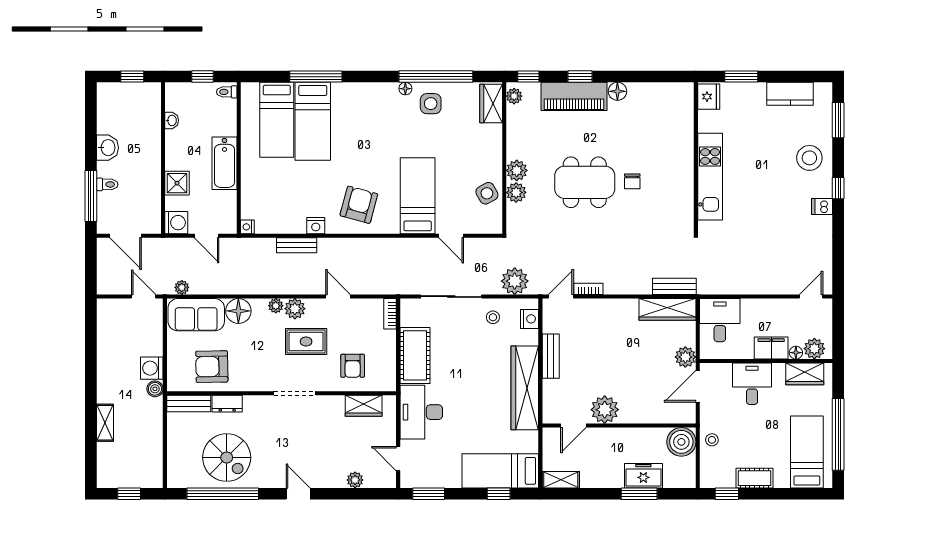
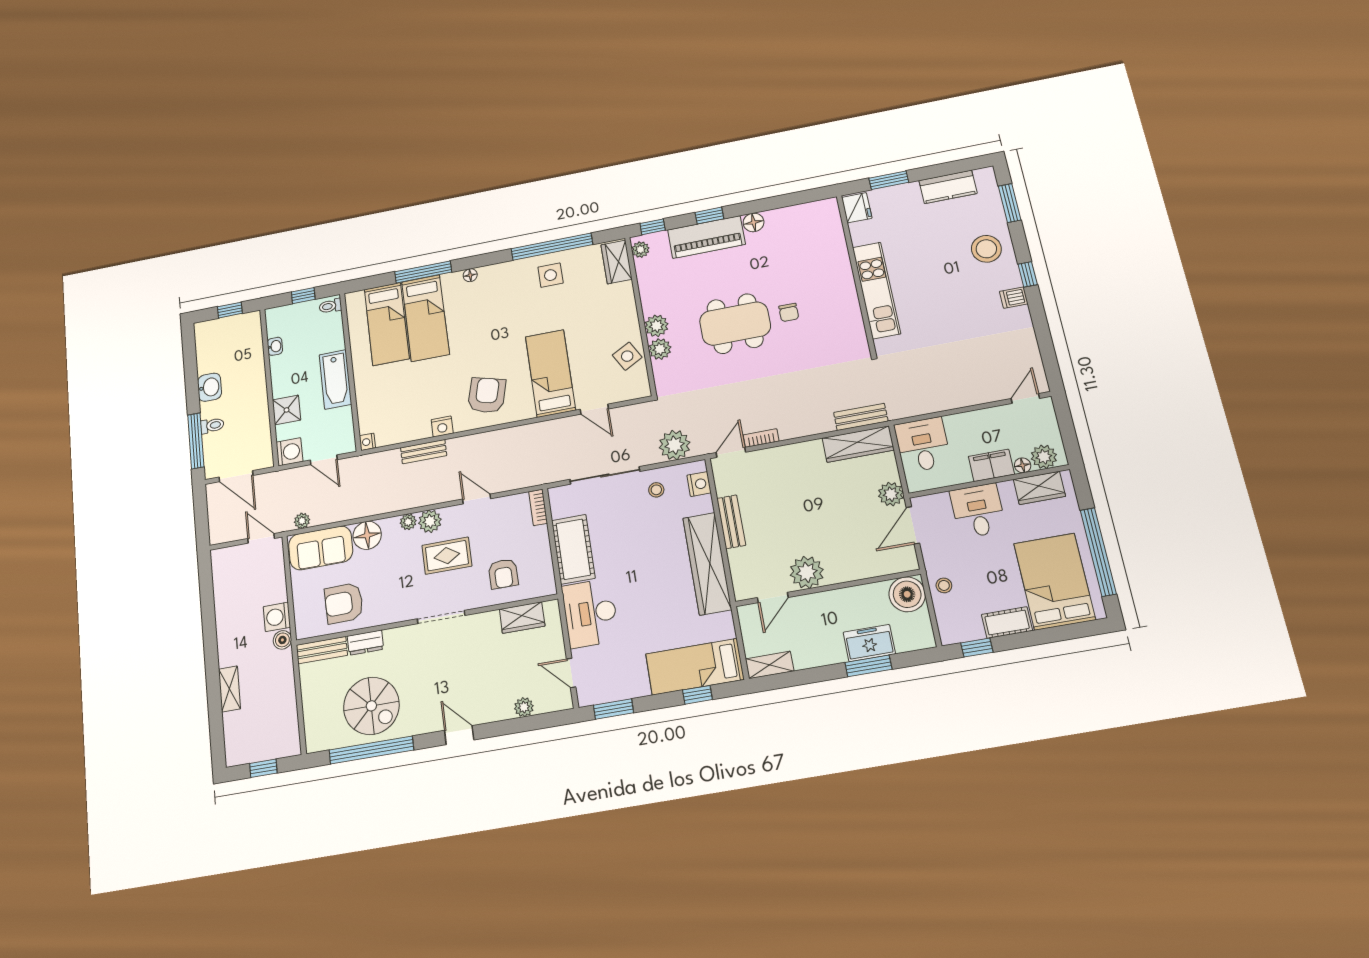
floor lamp: (405, 89) -> (470, 275), moved
bed: (807, 452) -> (1055, 581), width x1.50

